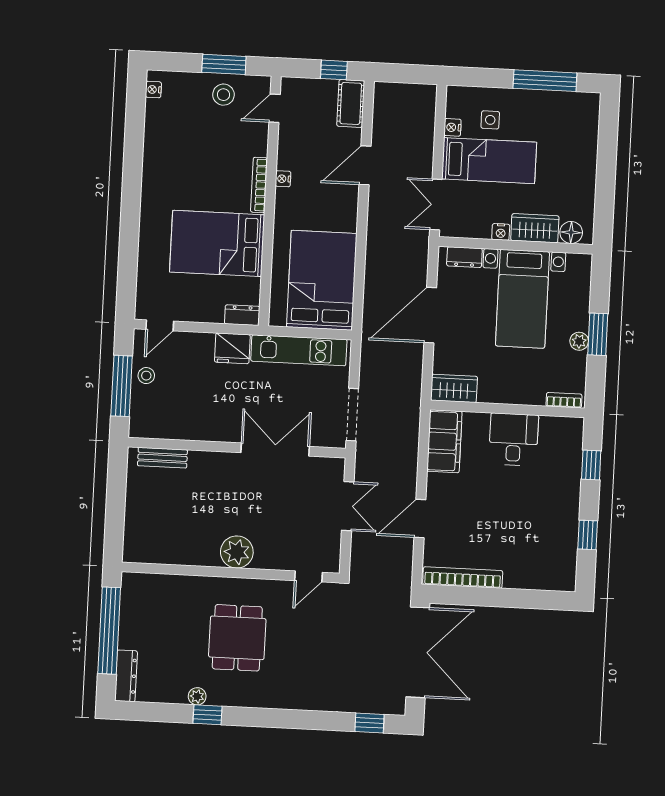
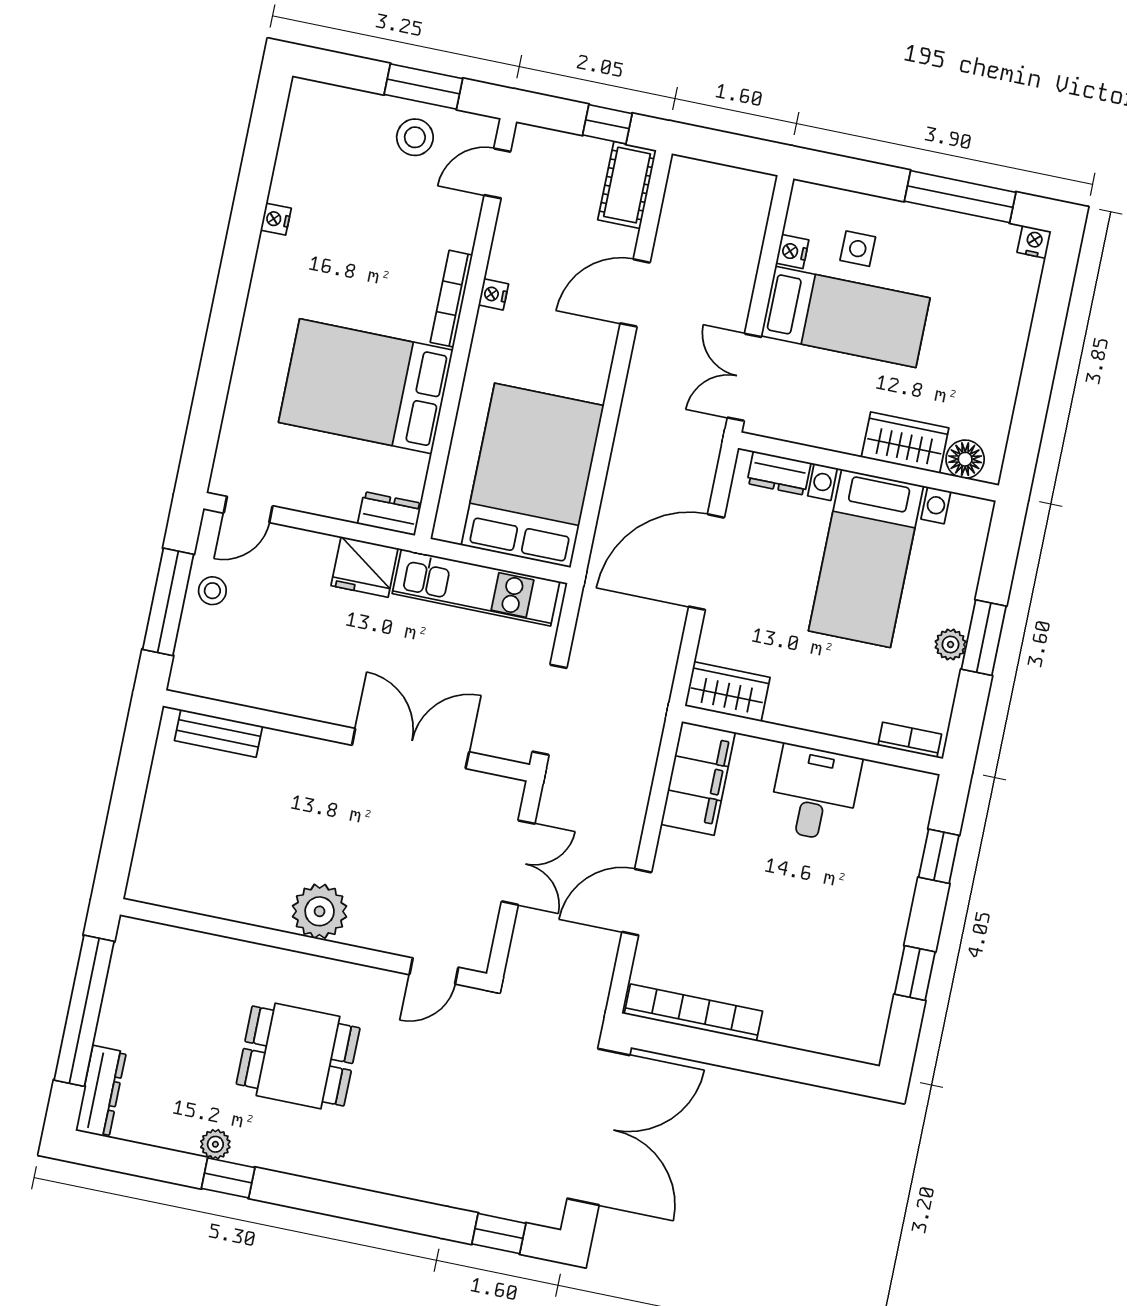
nightstand: (153, 90) -> (276, 219), moved
nightstand: (501, 232) -> (1034, 242), moved, turned 180
dining table: (237, 638) -> (298, 1056), turned 90

